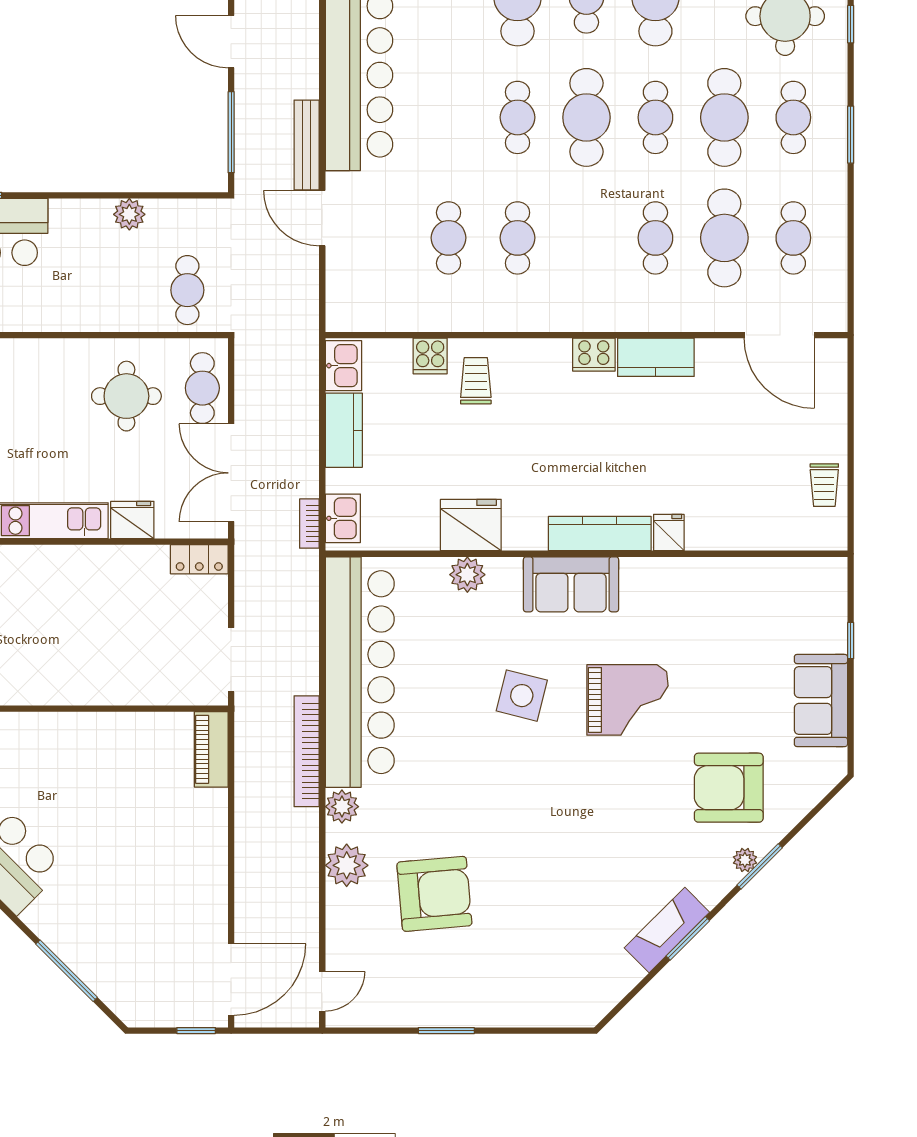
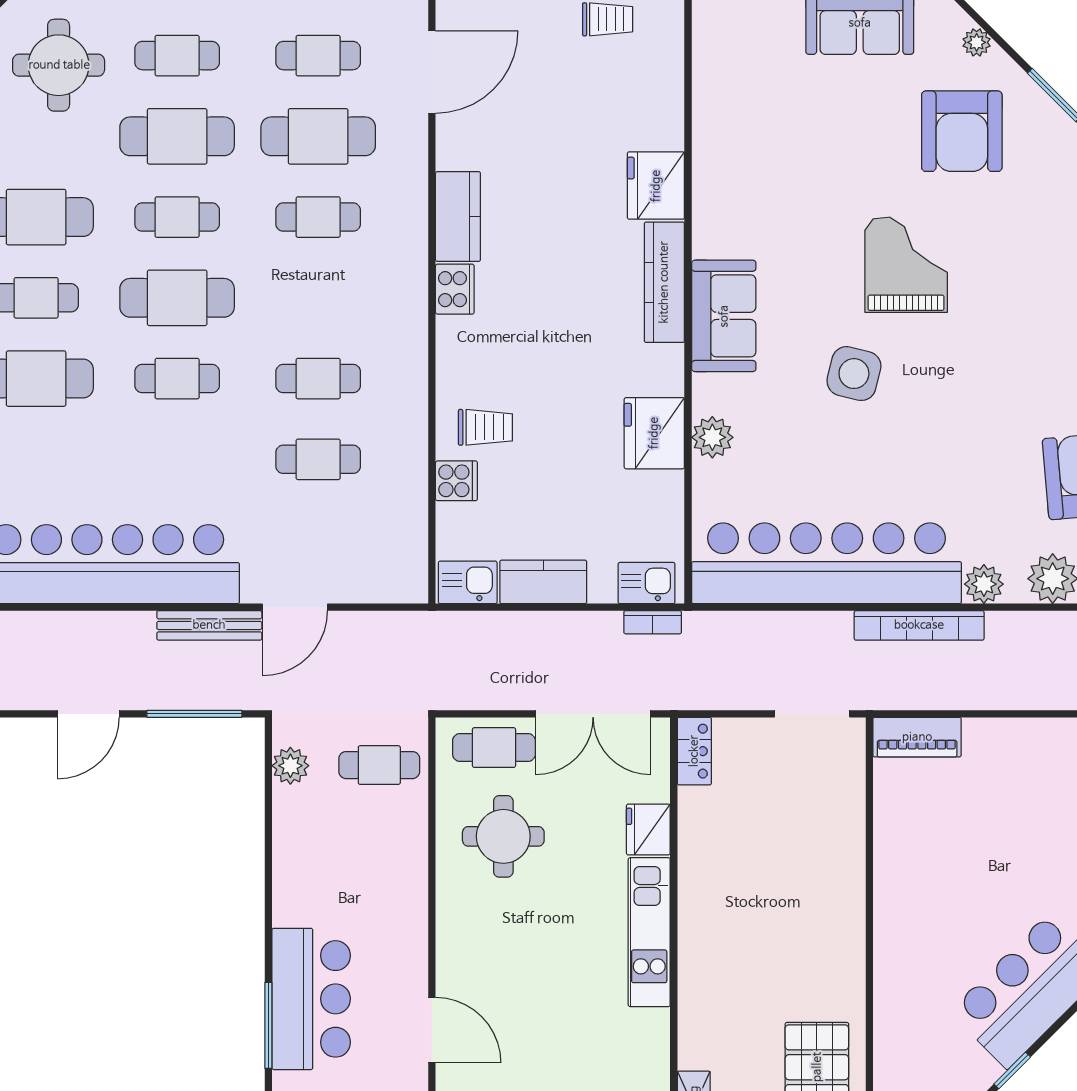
plant: (129, 214) -> (290, 766), moved
trolley: (476, 381) -> (485, 427), turned 180
fridge: (669, 533) -> (656, 186), width x1.88, depth x1.34
grand piano: (627, 700) -> (906, 265), moved
plant: (745, 860) -> (977, 42), moved

